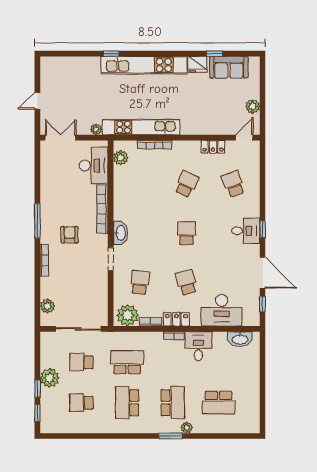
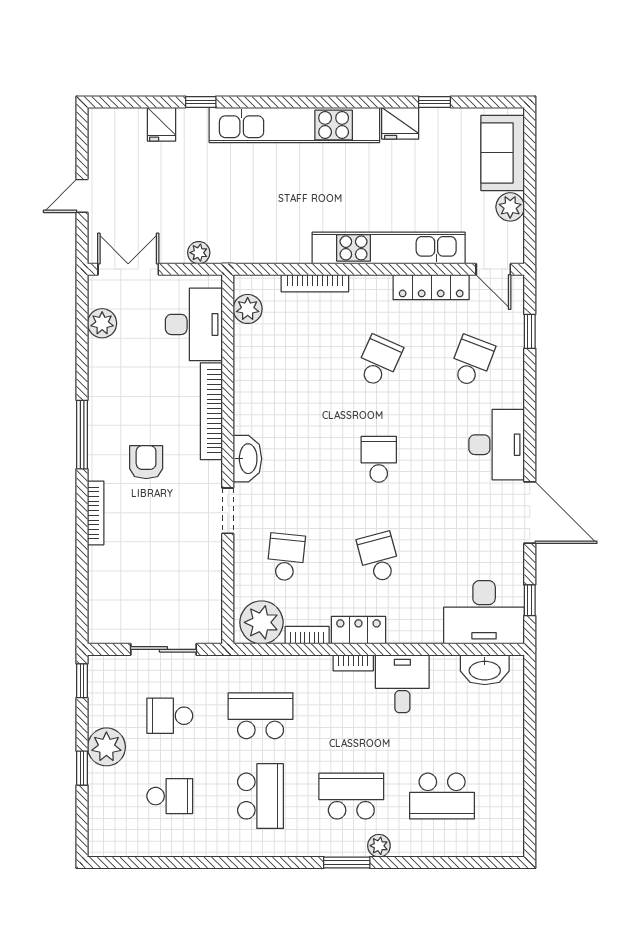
window: (111, 54) -> (201, 102), moved
fridge: (77, 65) -> (161, 124), added
sofa: (229, 67) -> (503, 153), moved, turned 90
kitchen unit: (141, 127) -> (389, 248), moved
door: (244, 138) -> (493, 269), swing flipped
locker: (213, 147) -> (431, 287), width x1.53
school desk: (233, 184) -> (472, 361), turned 42
window: (263, 229) -> (530, 331), moved
desk: (246, 231) -> (497, 445), width x1.37
door: (263, 273) -> (530, 513), moved
plant: (47, 306) -> (102, 323), moved
desk: (222, 310) -> (484, 612), moved
sliding door: (78, 329) -> (163, 649), width x0.73
school desk: (81, 403) -> (170, 796), turned 180
school desk: (127, 403) -> (261, 796), turned 180
school desk: (173, 403) -> (351, 796), turned -90
window: (37, 413) -> (82, 681), moved

